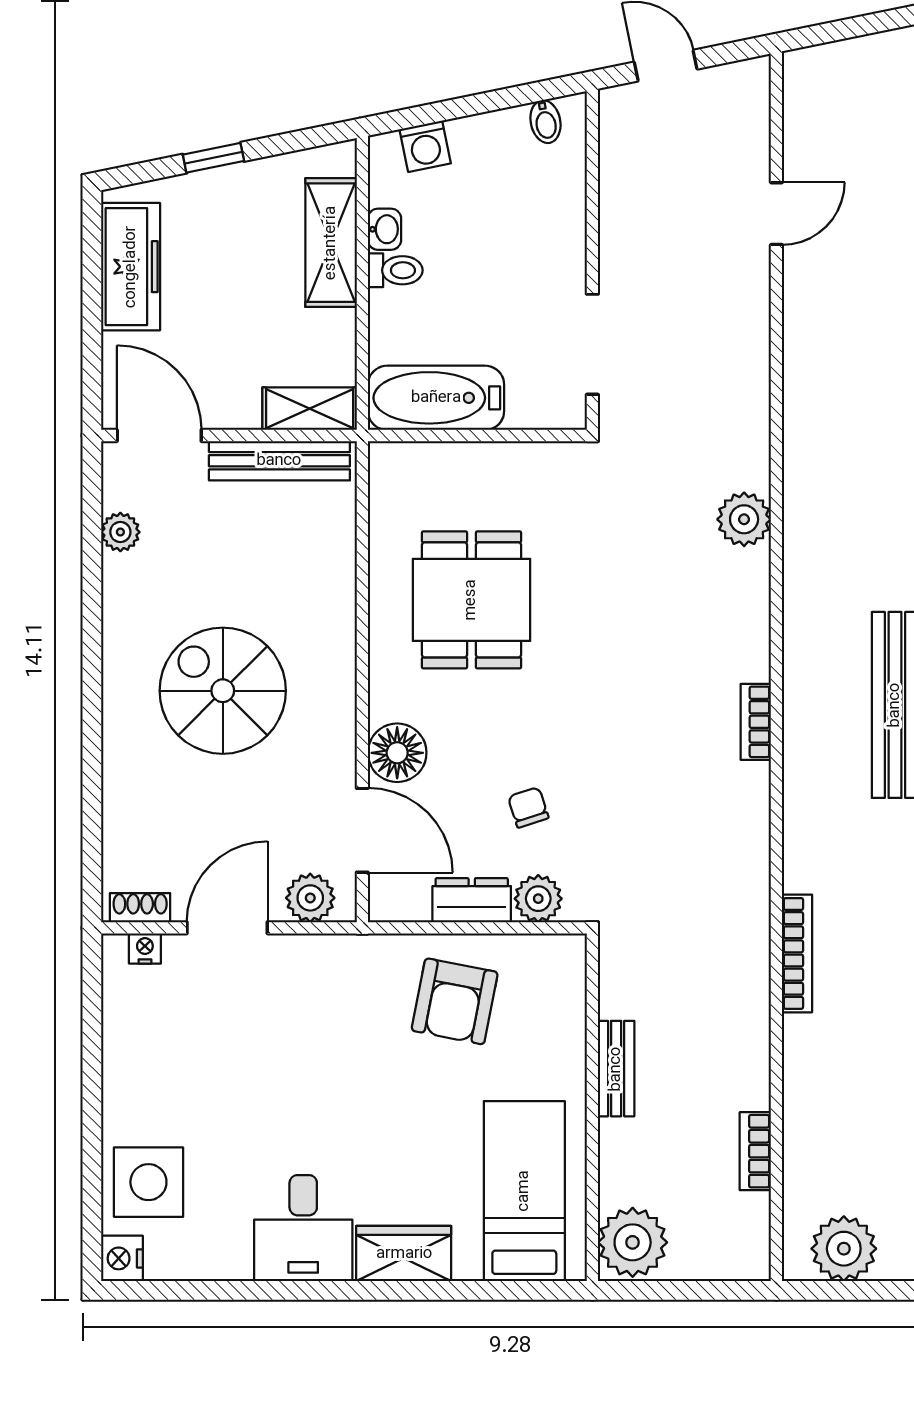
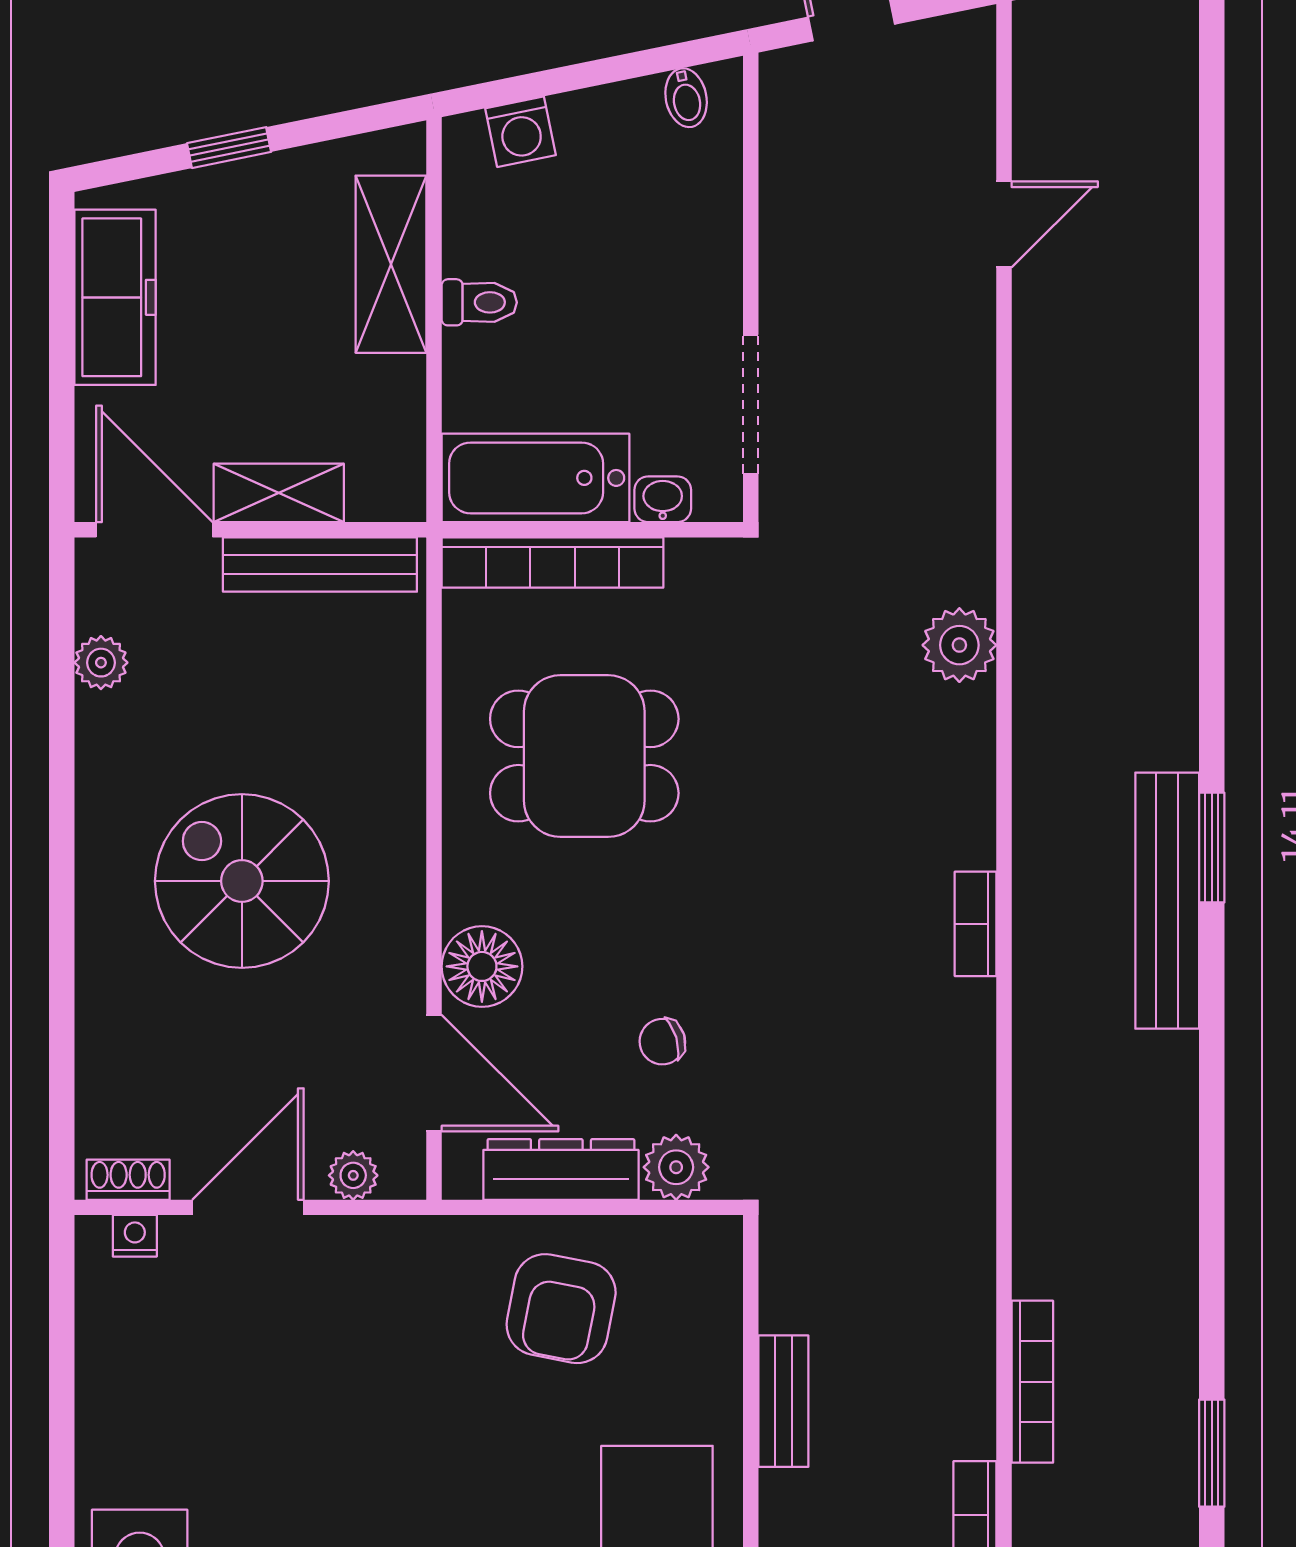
washbasin: (384, 229) -> (663, 499), moved, turned -90
shelving: (310, 409) -> (279, 493), moved
bookcase: (448, 459) -> (552, 563), added
dining table: (471, 600) -> (584, 756), turned 90
chair: (528, 807) -> (662, 1042), turned -89
plant: (310, 898) -> (353, 1175), width x0.73, depth x0.73
dresser: (472, 900) -> (561, 1169), width x1.44
bookcase: (797, 953) -> (1032, 1382), moved

